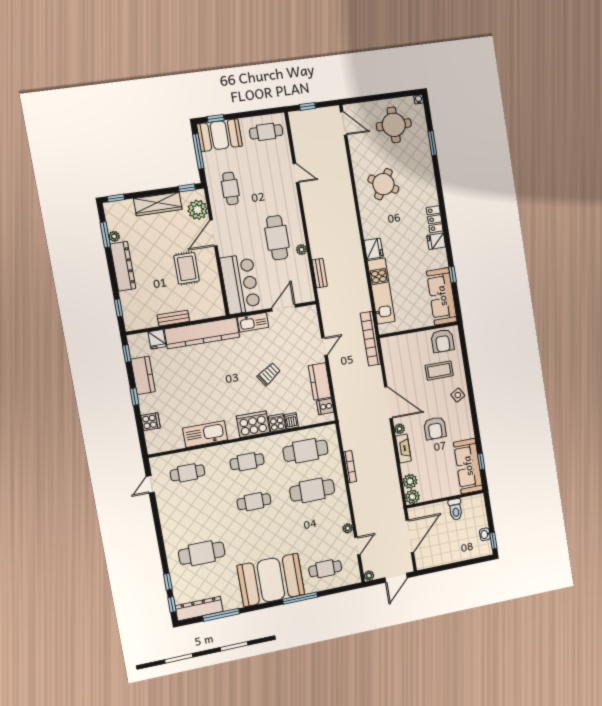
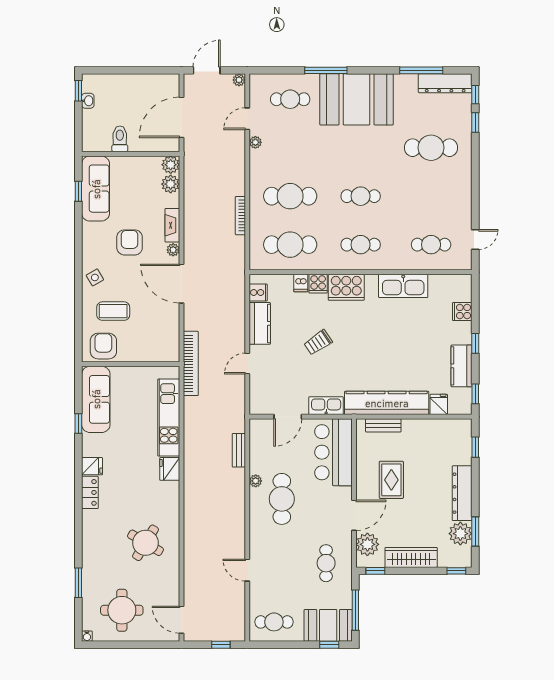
plant: (114, 236) -> (460, 534), width x1.87, depth x1.87
bench: (173, 318) -> (383, 425), moved

